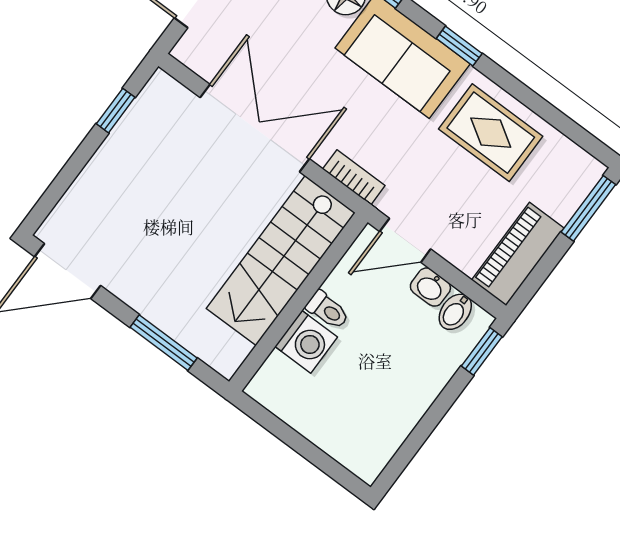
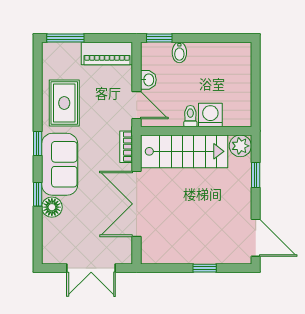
window: (116, 111) -> (205, 268), moved
bidet: (455, 312) -> (179, 52), moved, turned 90
window: (164, 343) -> (256, 175), width x0.67
plant: (225, 352) -> (240, 146), added

